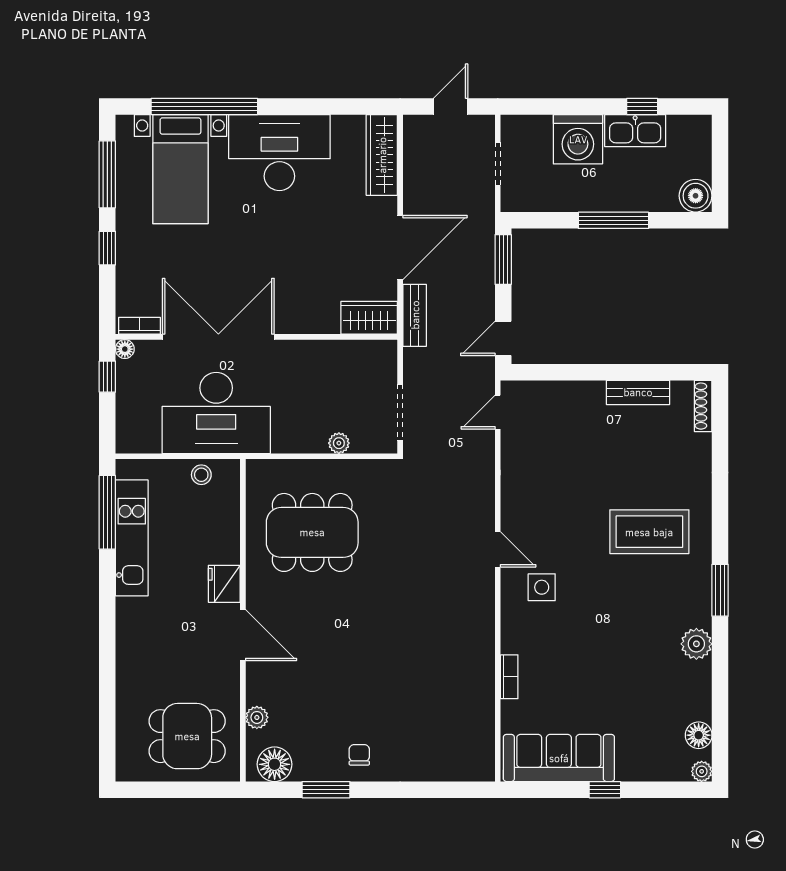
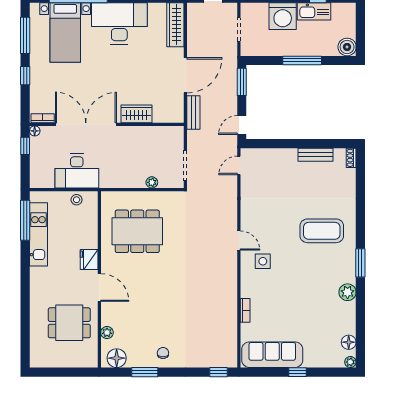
wardrobe: (369, 318) -> (136, 114), moved
shoe rack: (703, 406) -> (351, 158), width x0.70
desk: (216, 413) -> (77, 171), width x0.73, depth x0.77
dining table: (187, 736) -> (69, 323), moved
window: (461, 790) -> (219, 372), added

